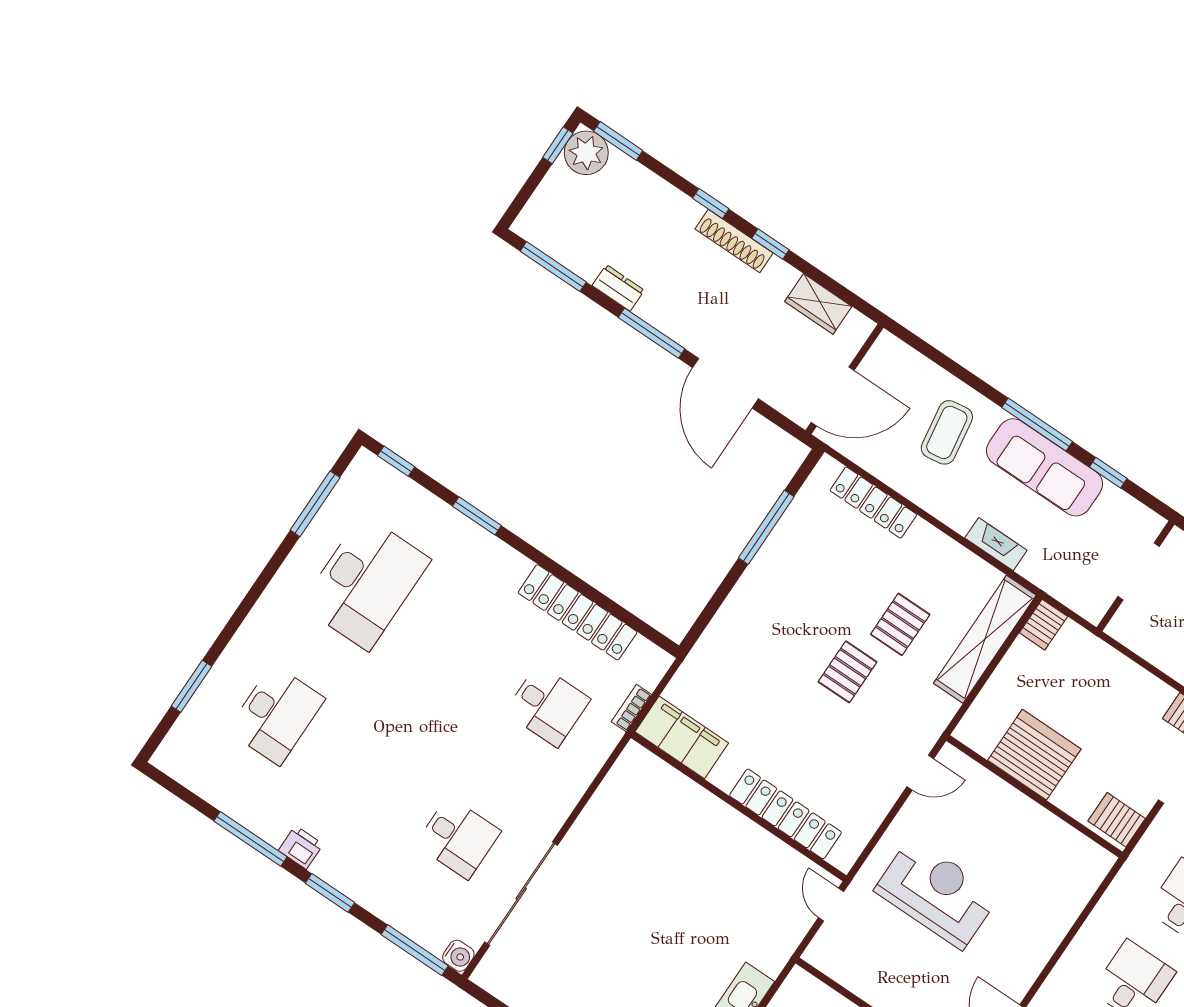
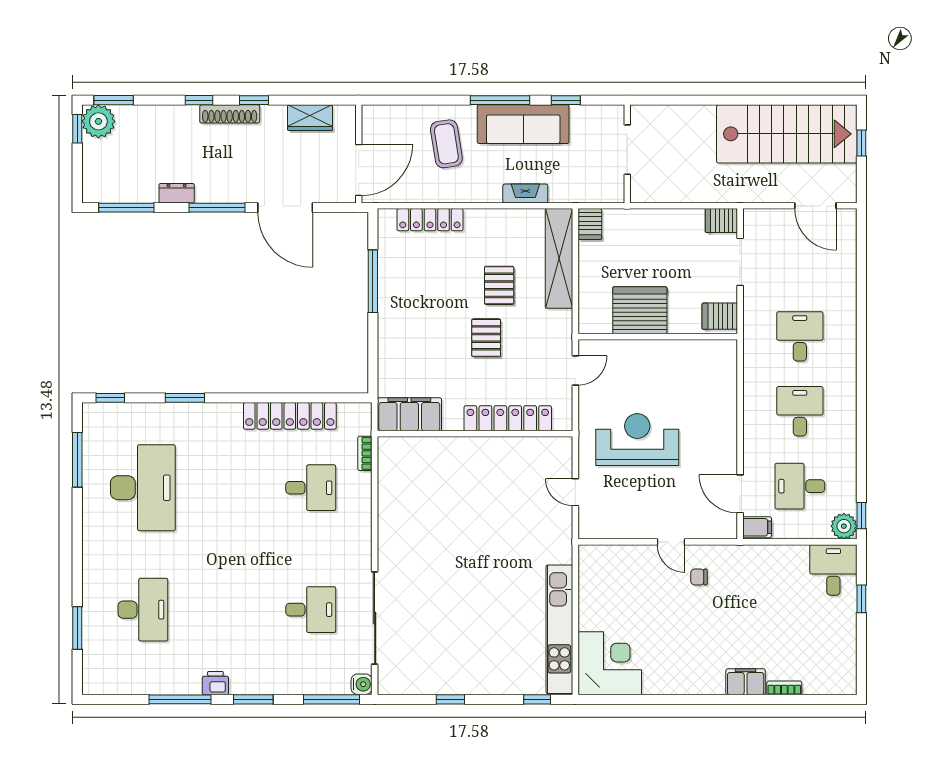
filing cabinet: (682, 737) -> (409, 414), moved
wall: (739, 807) -> (475, 434), moved
locker: (786, 814) -> (508, 418), moved

